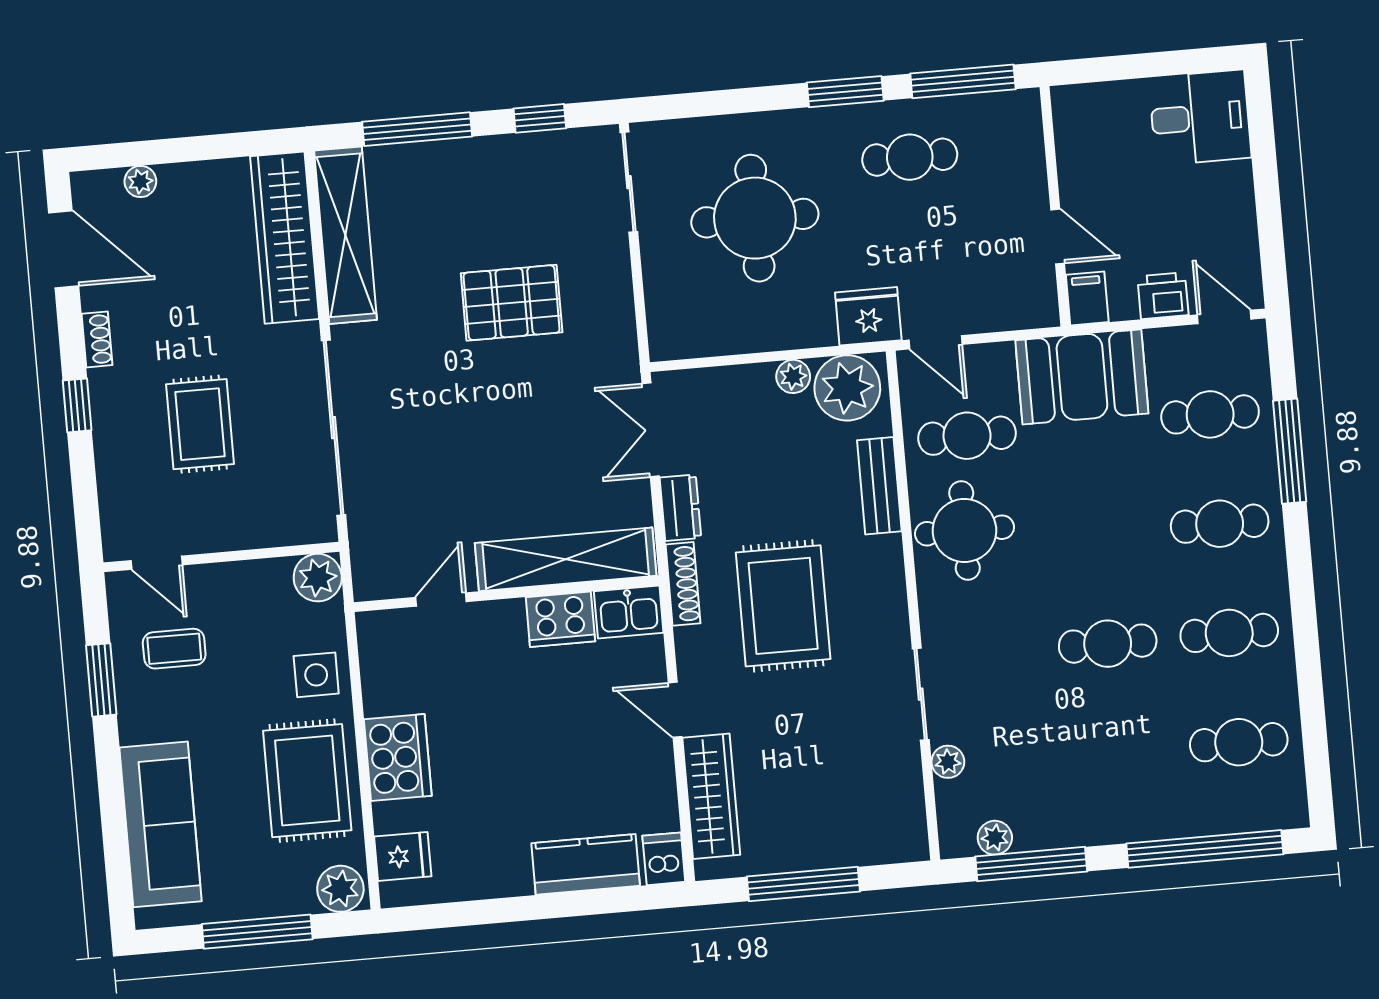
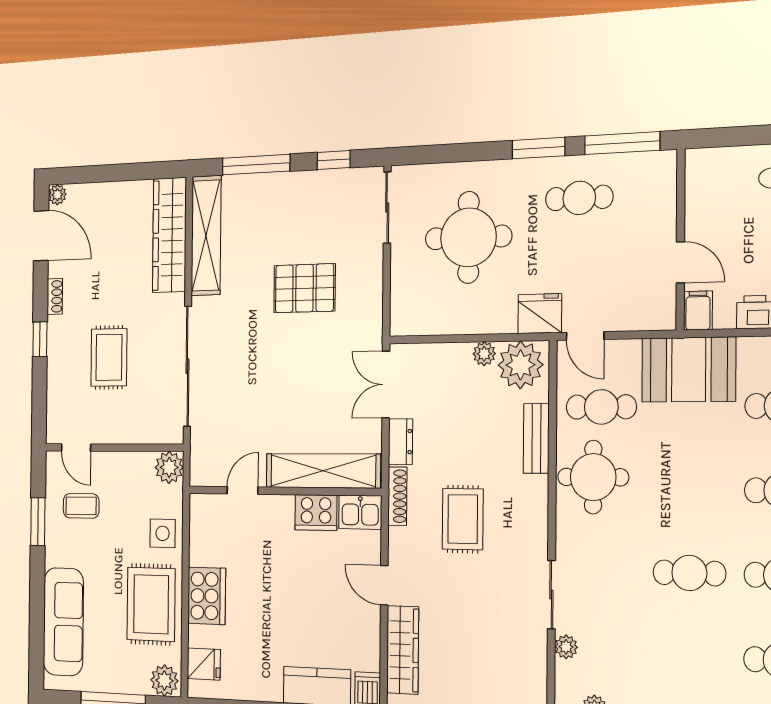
plant: (140, 182) -> (57, 195), moved
rug: (783, 606) -> (463, 519), width x0.73, depth x0.70

